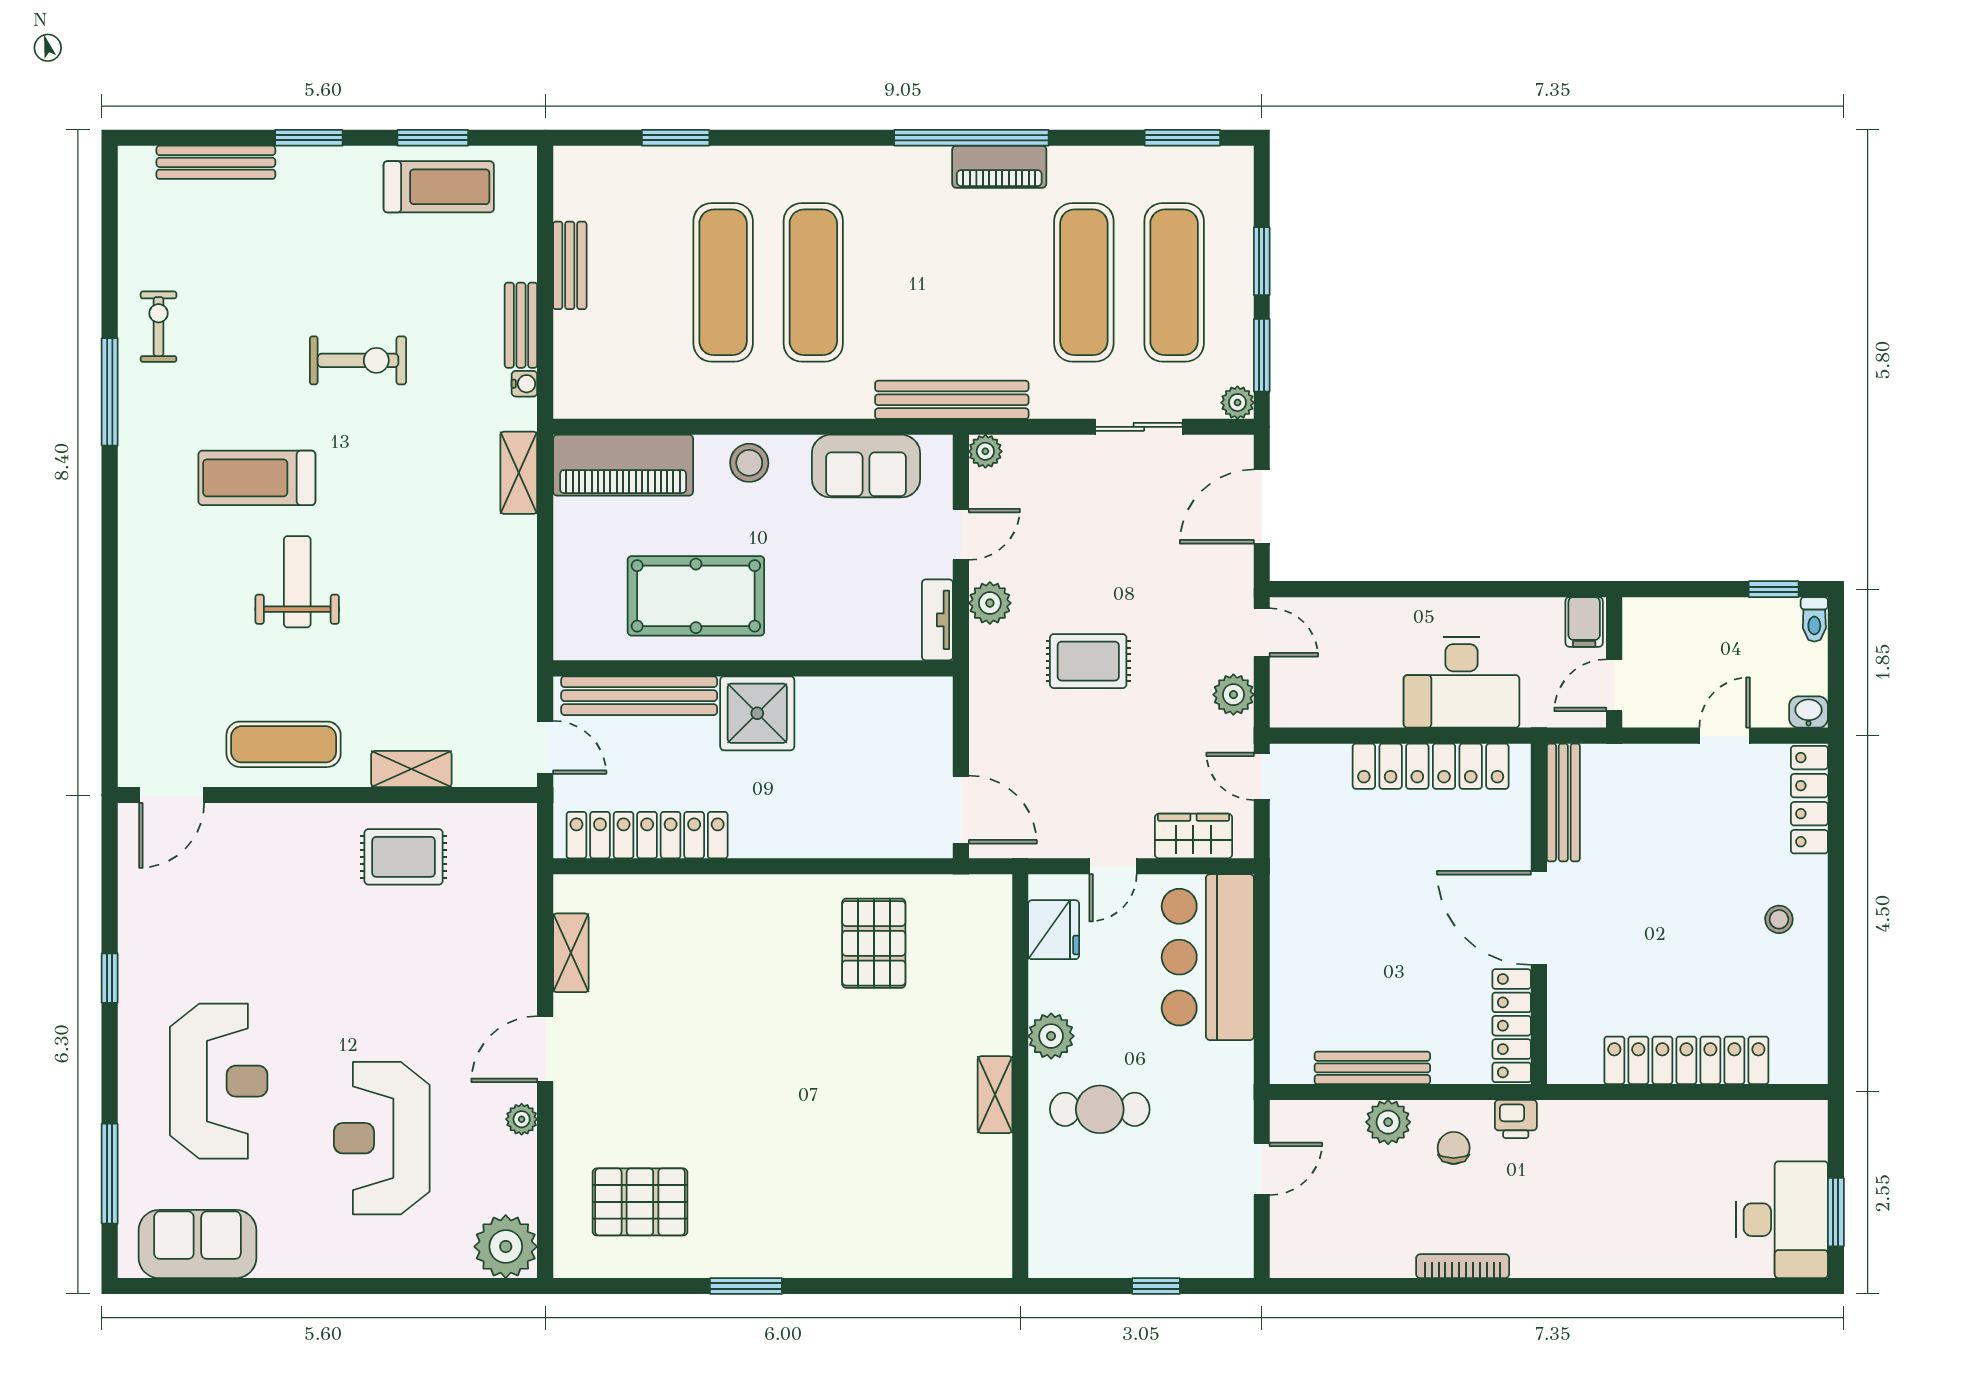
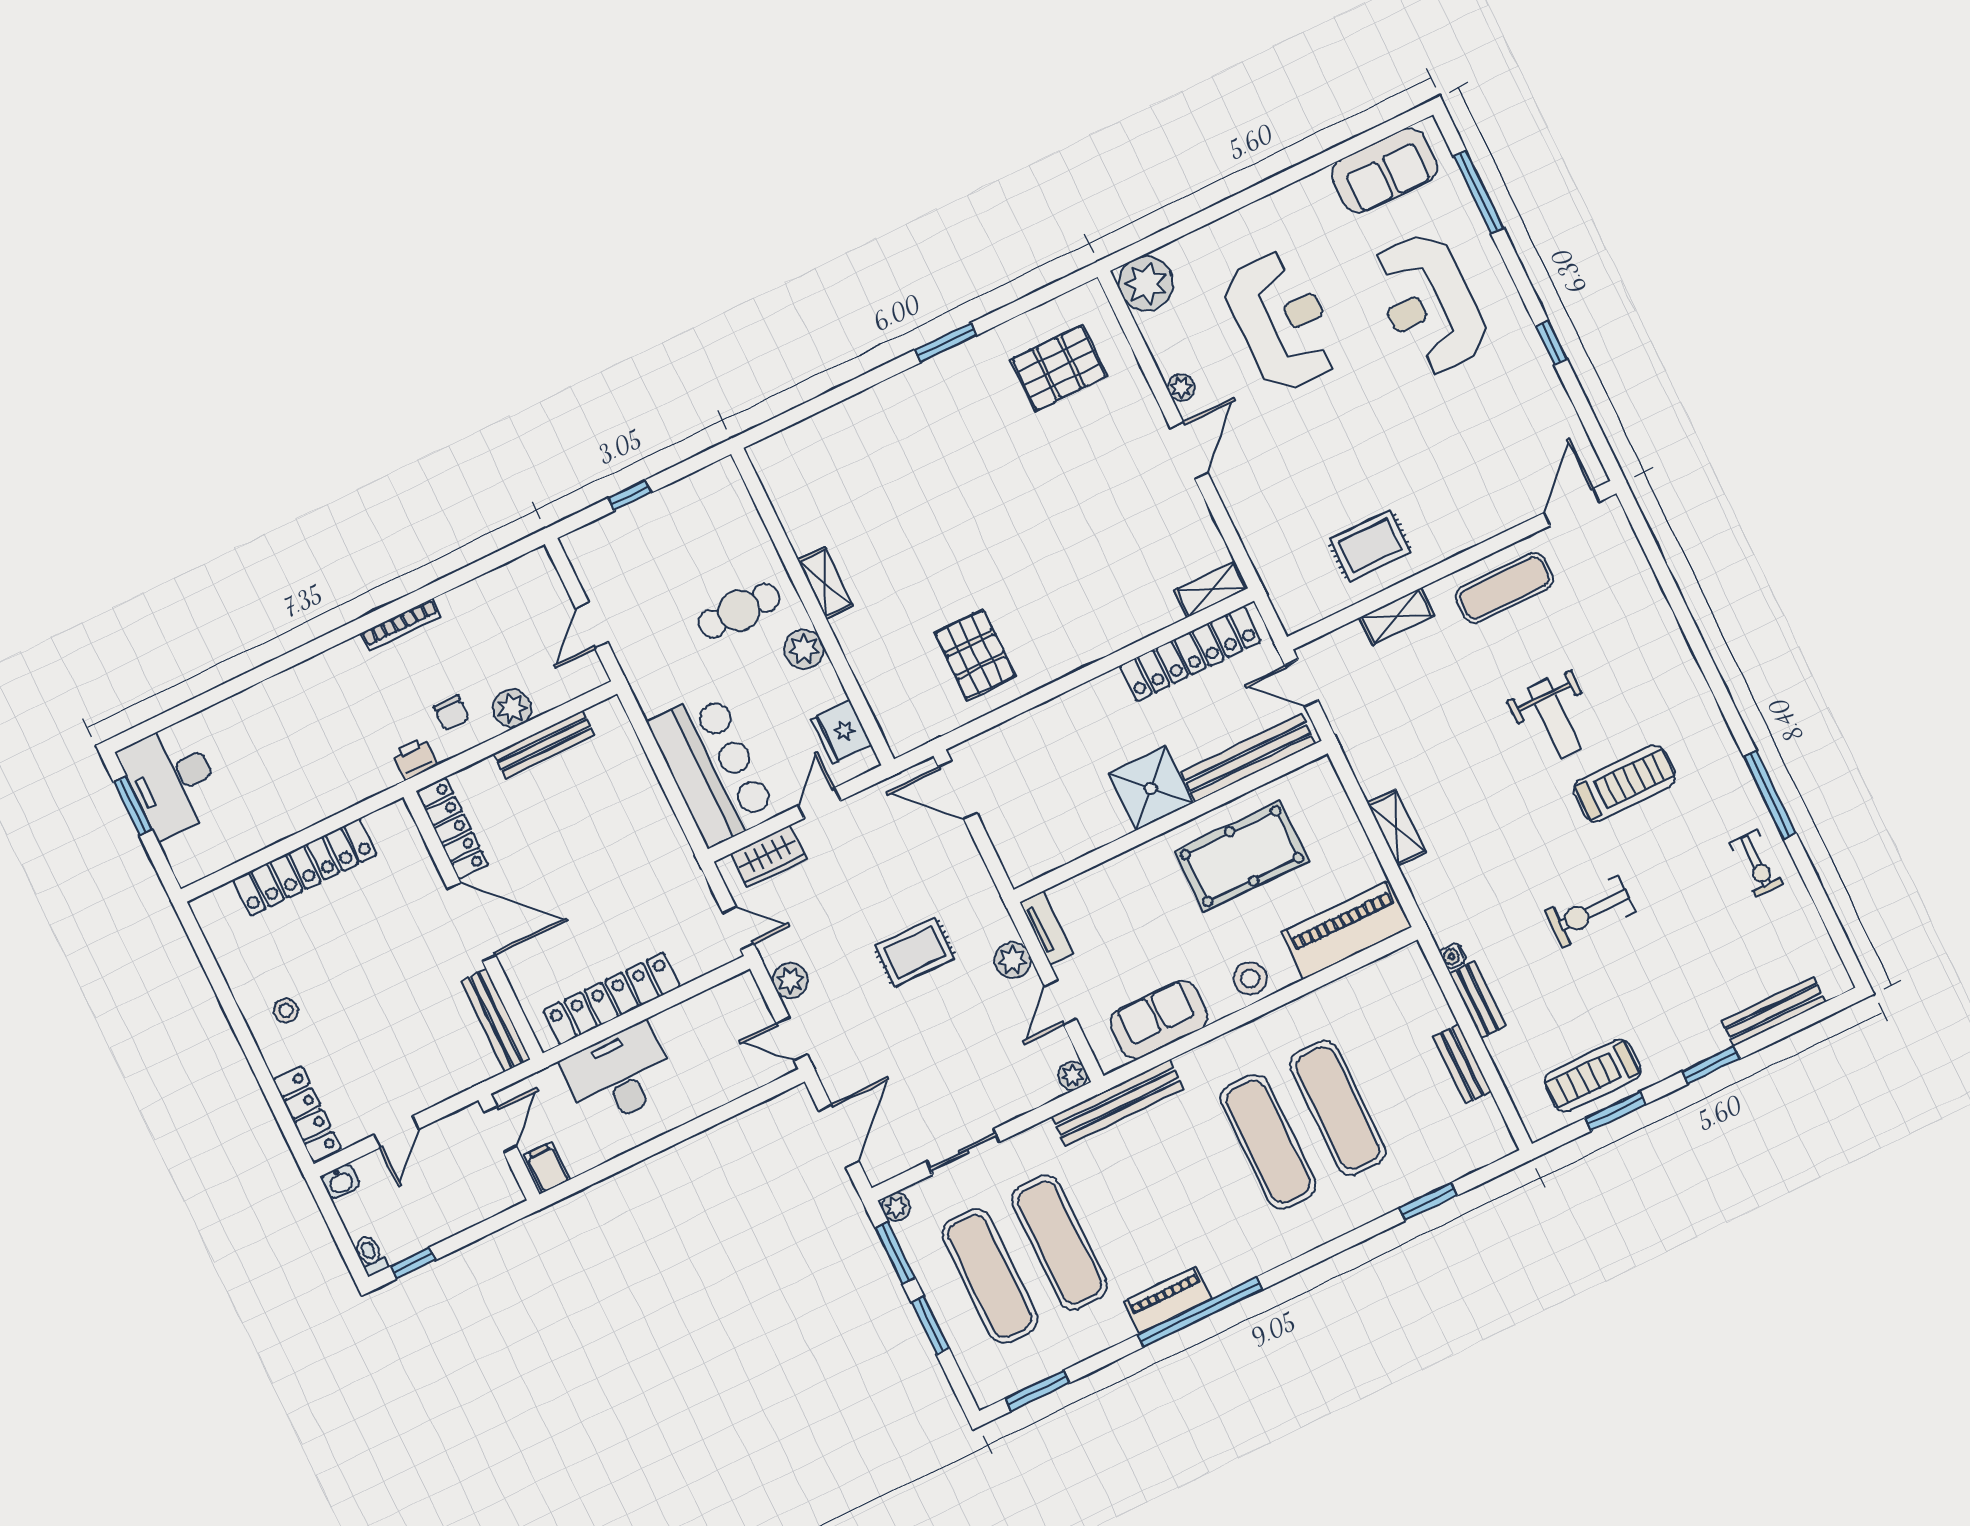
shelving: (519, 473) -> (1397, 828), moved
shelving: (571, 953) -> (1211, 589), moved, turned 90

